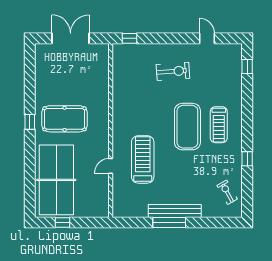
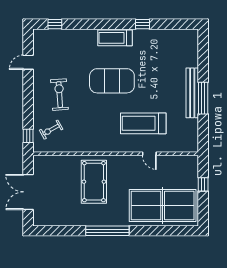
pool table: (65, 119) -> (94, 182), moved
window: (30, 122) -> (107, 231), width x3.17
treadmill: (219, 125) -> (115, 38), moved, turned 180
exercise bike: (227, 192) -> (51, 130), moved
window: (62, 223) -> (203, 184), moved

